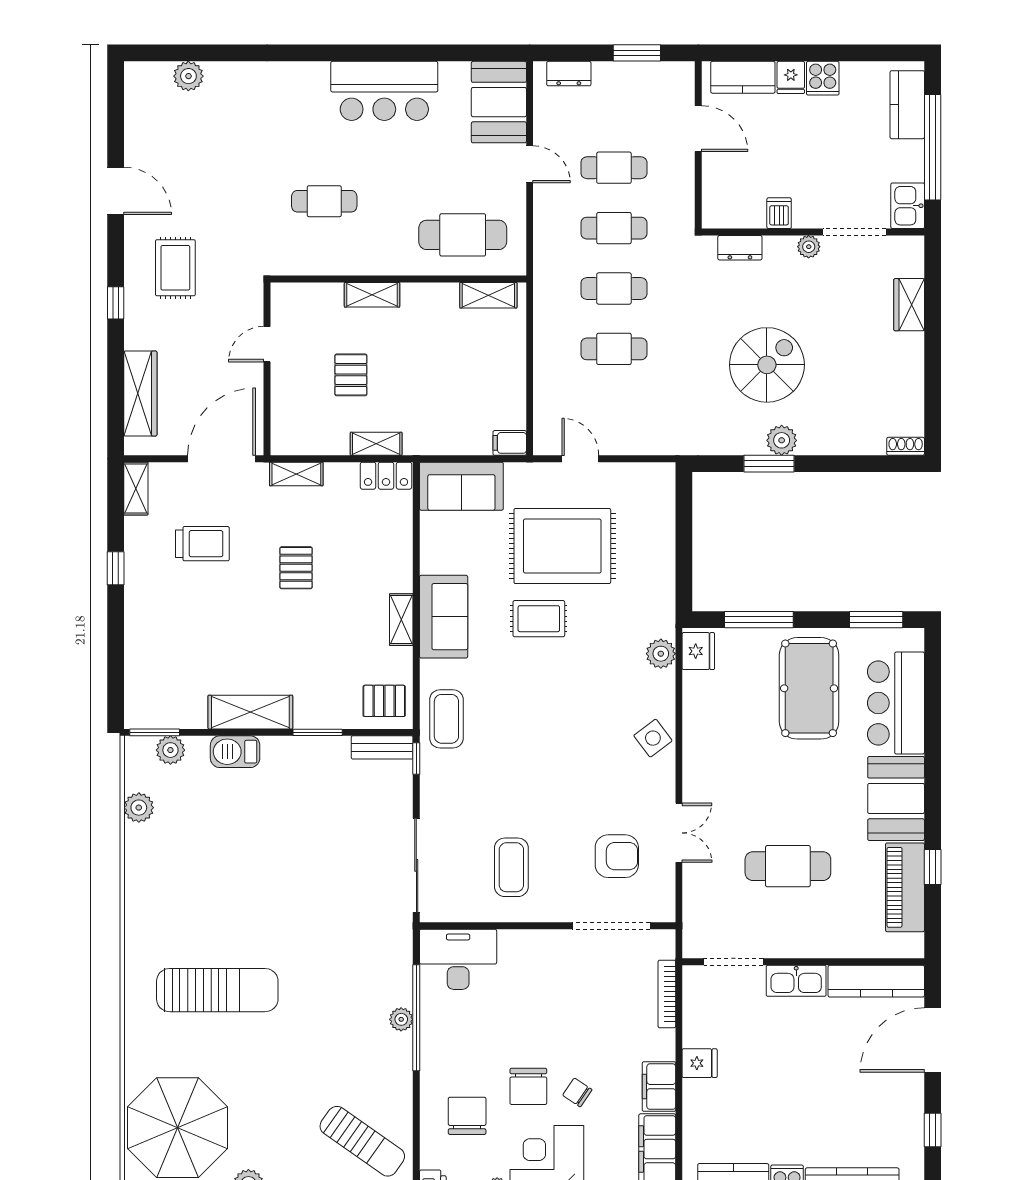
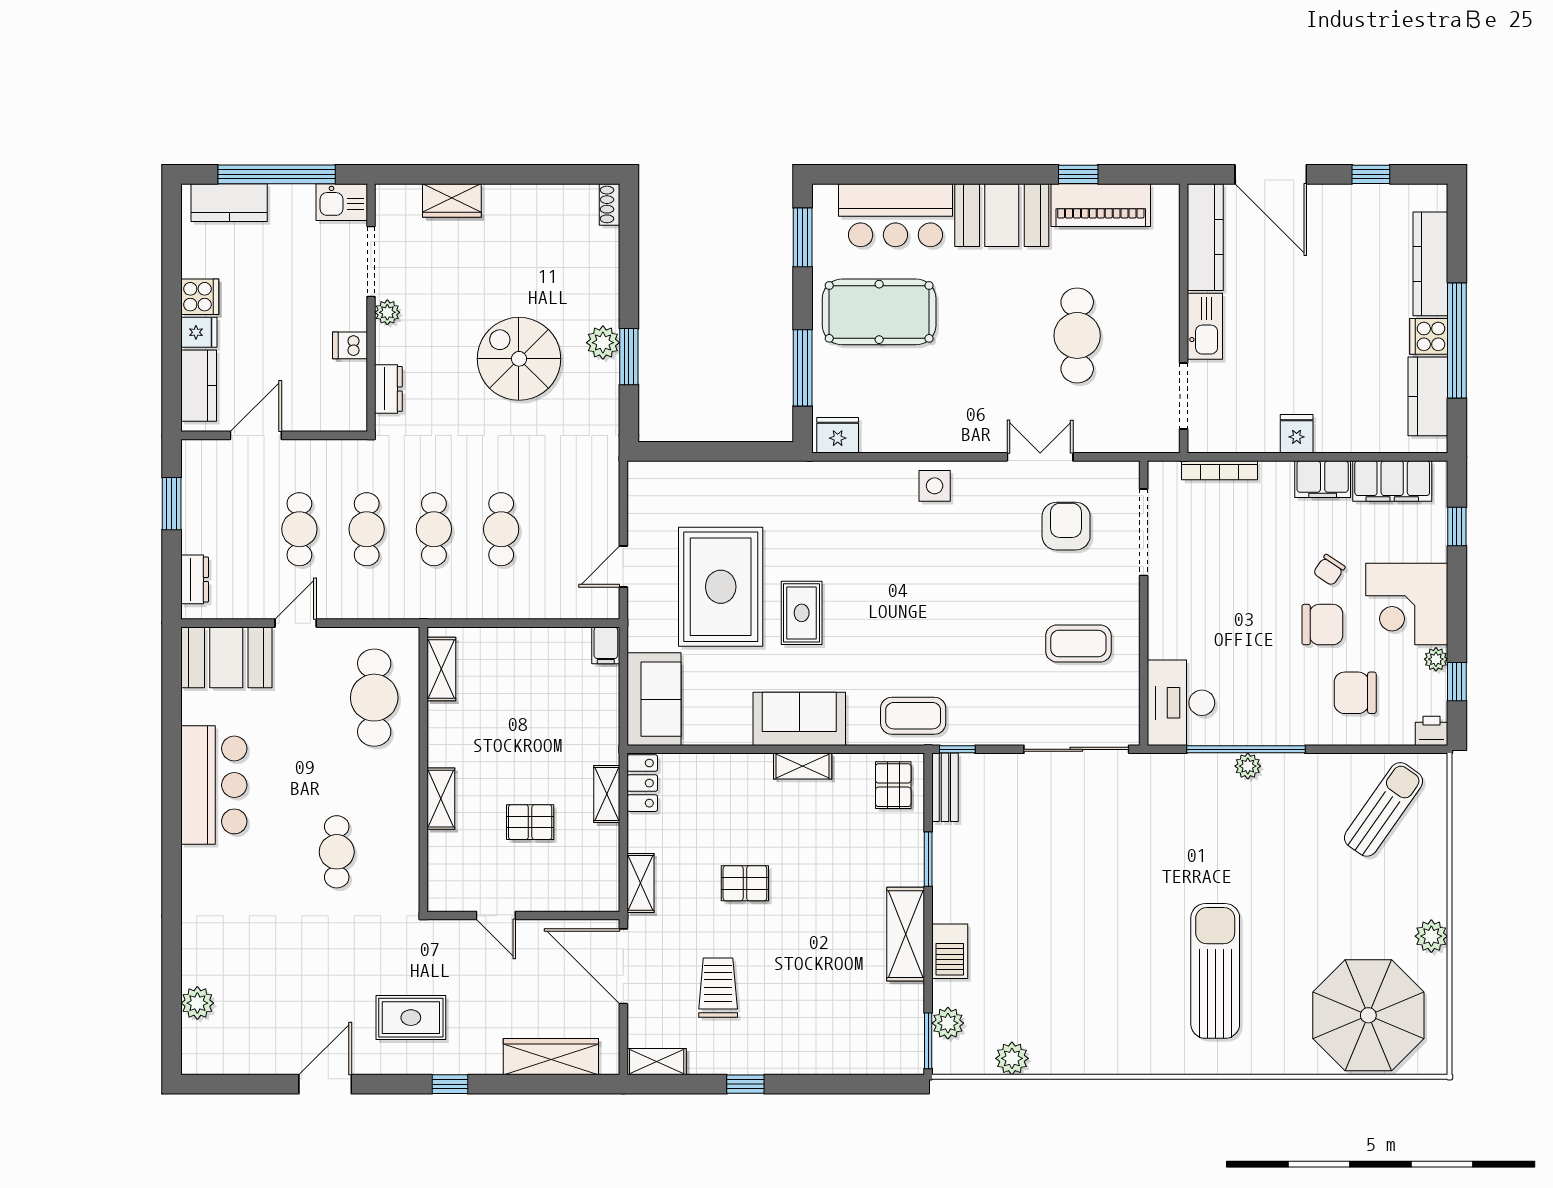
plant: (661, 654) -> (841, 477), removed
side table: (653, 738) -> (935, 486), turned 37

